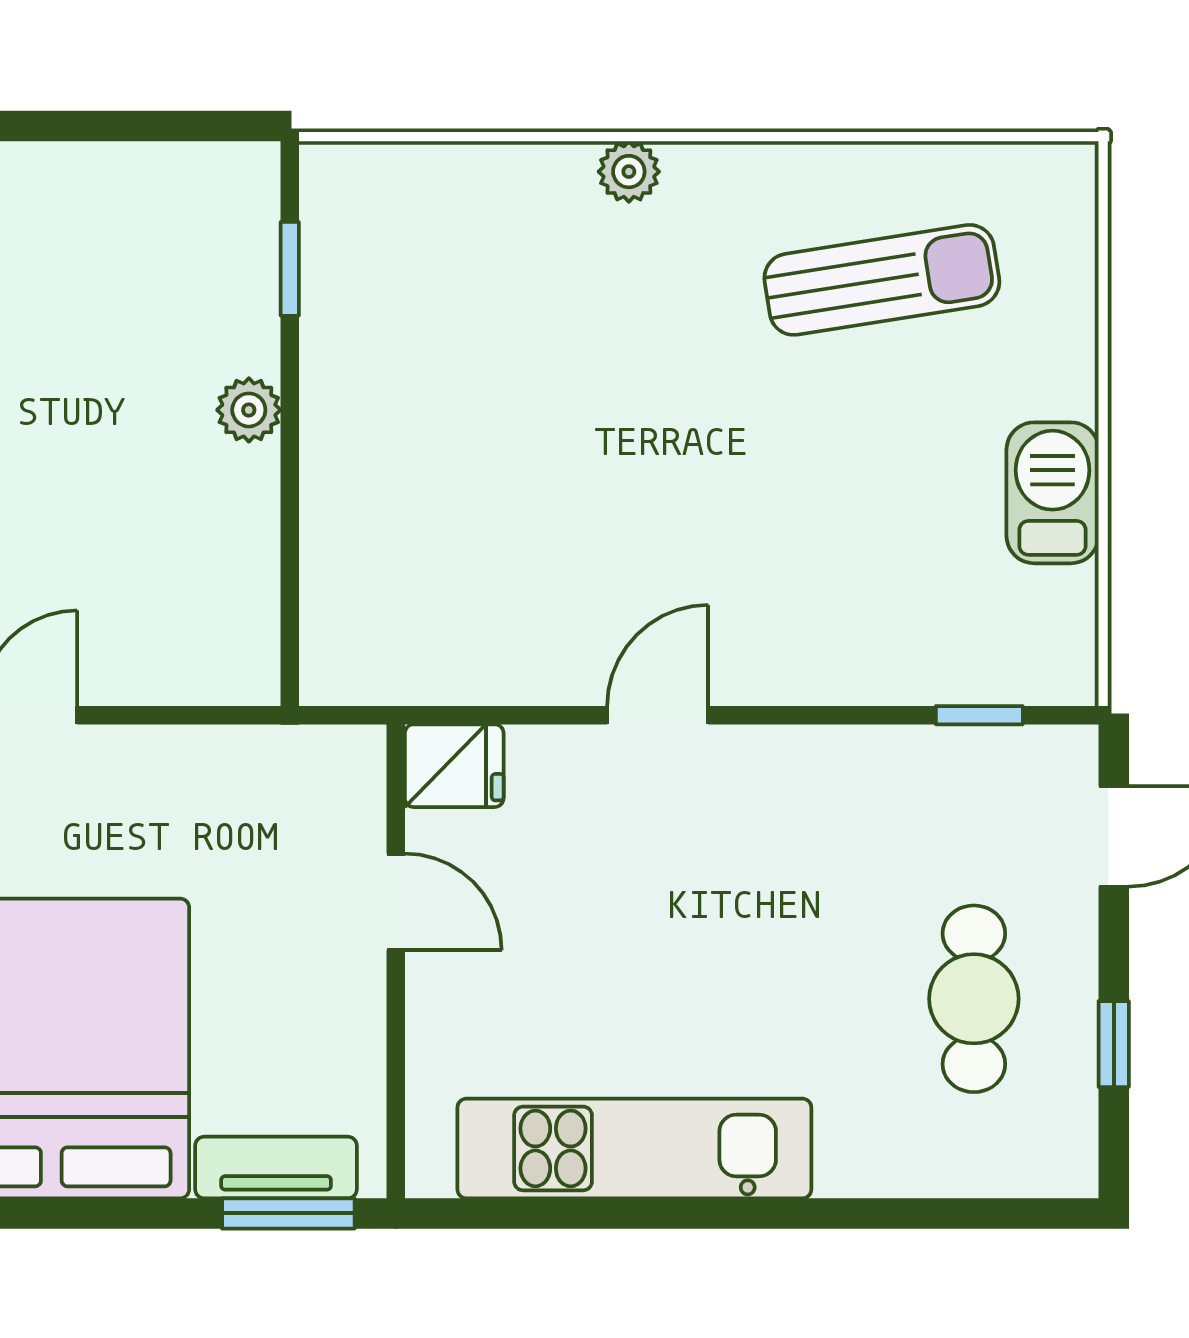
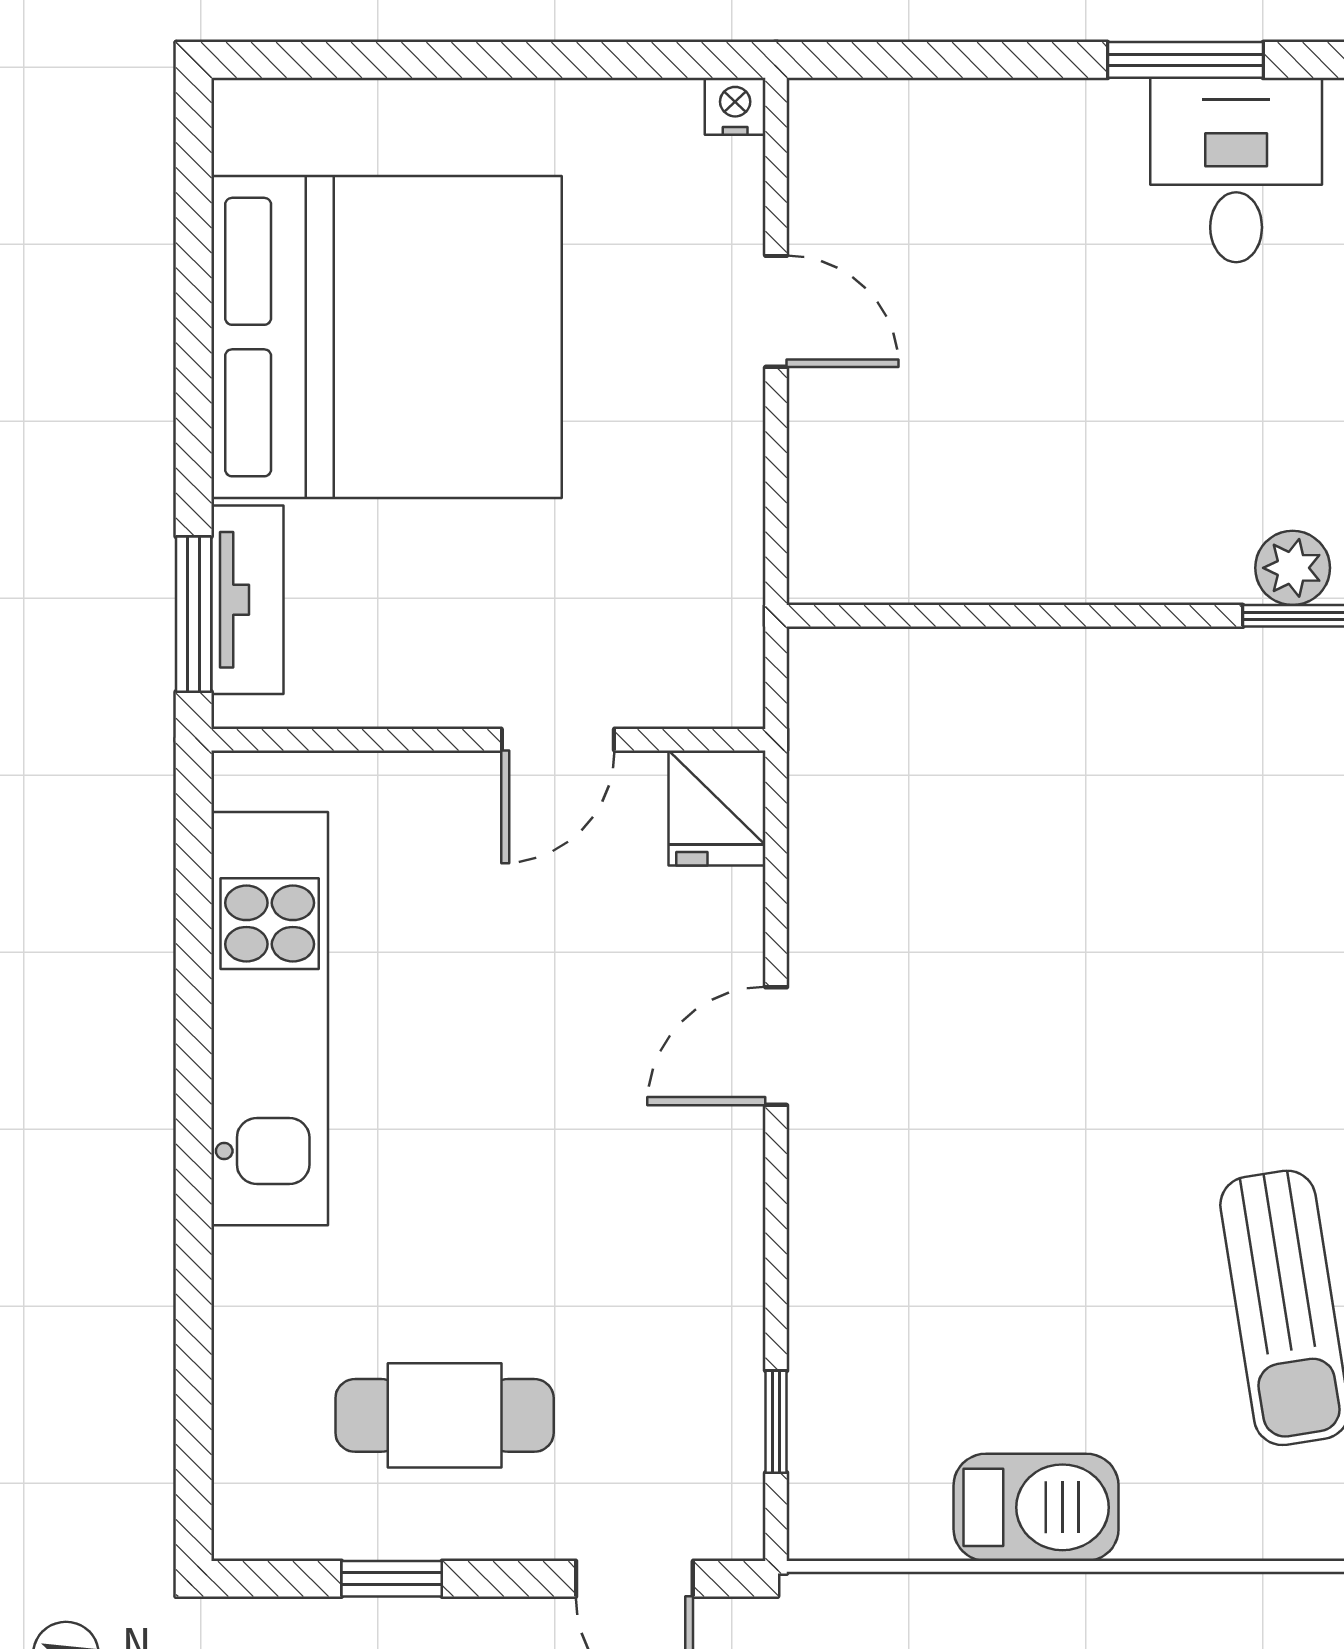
plant: (249, 410) -> (1293, 568), moved
door: (658, 715) -> (776, 1046), swing flipped

